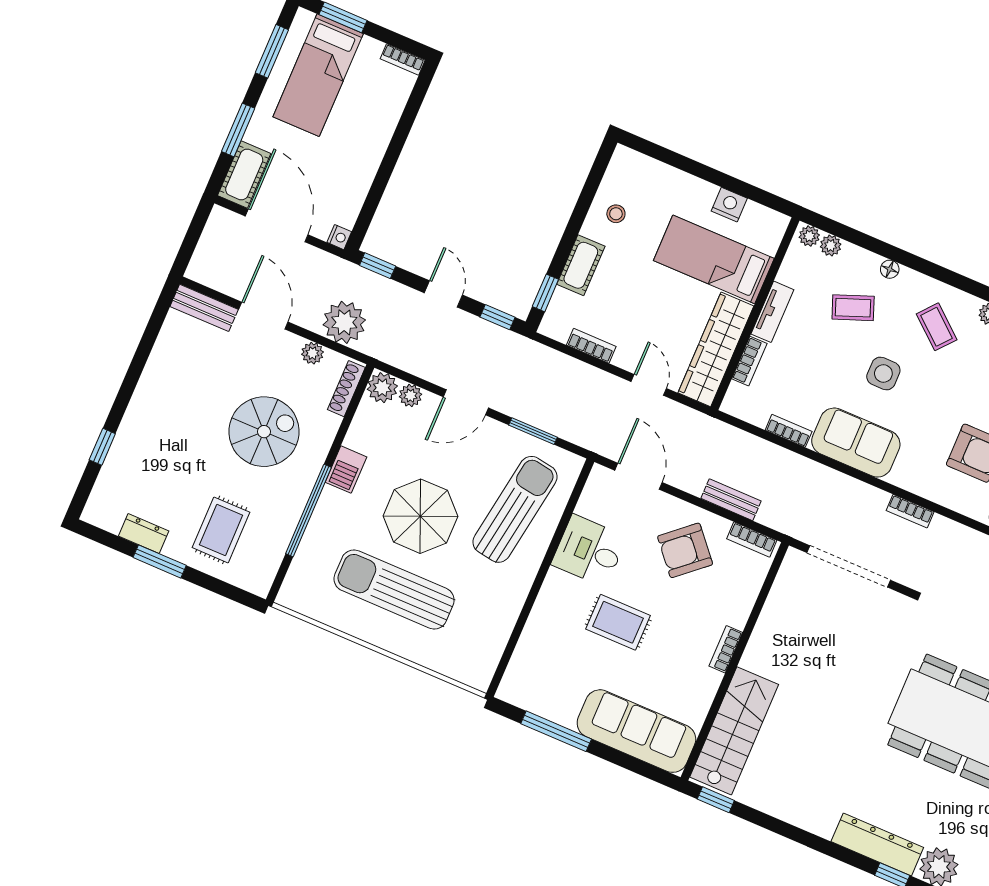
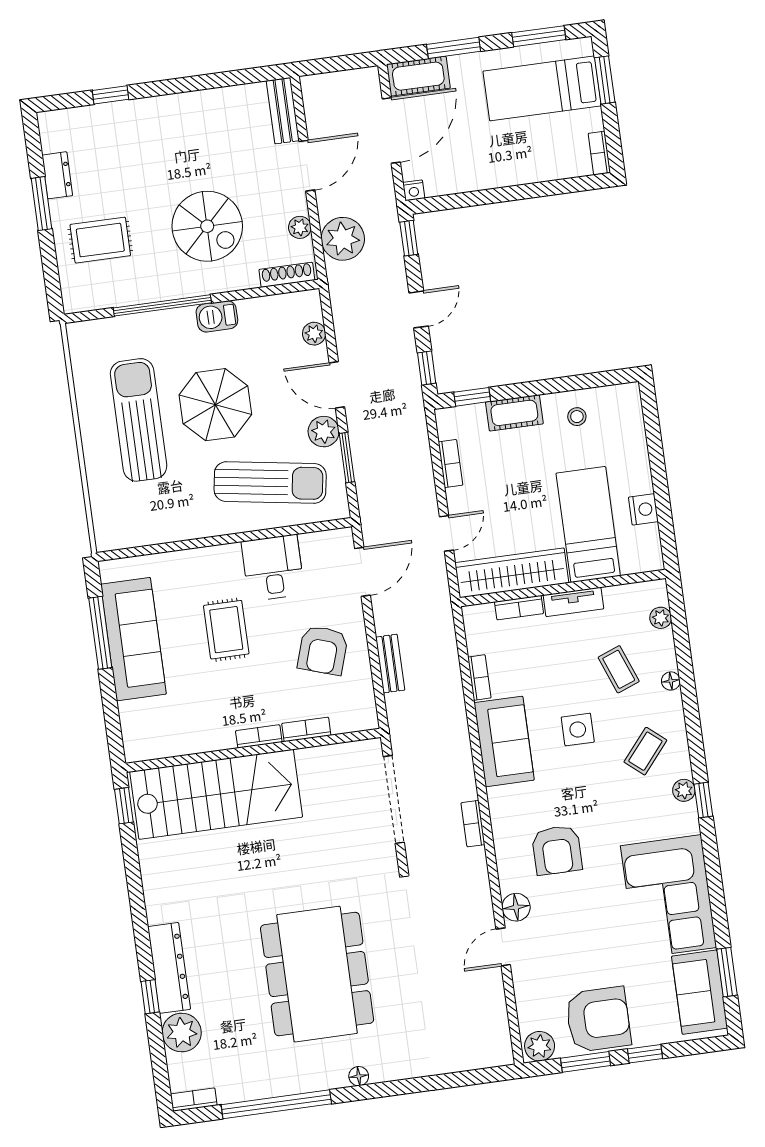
plant: (809, 236) -> (658, 595), removed
plant: (382, 388) -> (324, 432), moved
bookcase: (752, 540) -> (306, 729), moved, turned 90
armchair: (685, 550) -> (323, 650), turned -121
sofa: (636, 731) -> (133, 639), moved
stairs: (734, 731) -> (216, 794), width x1.36, depth x1.51

